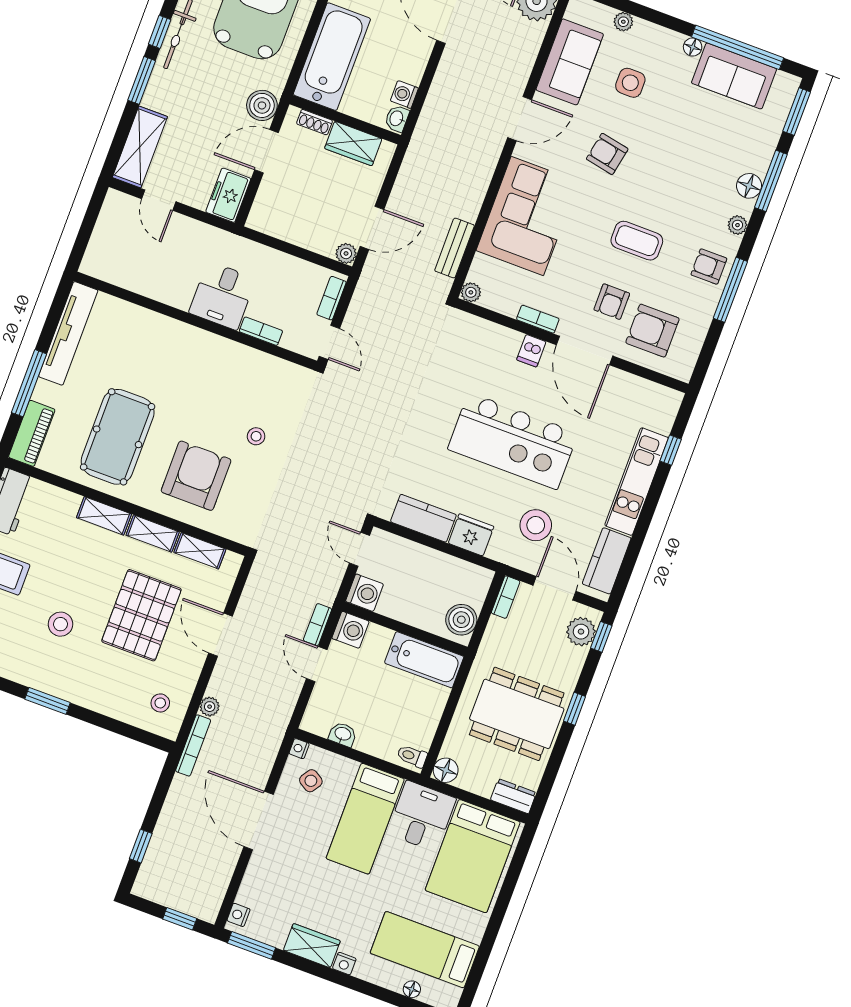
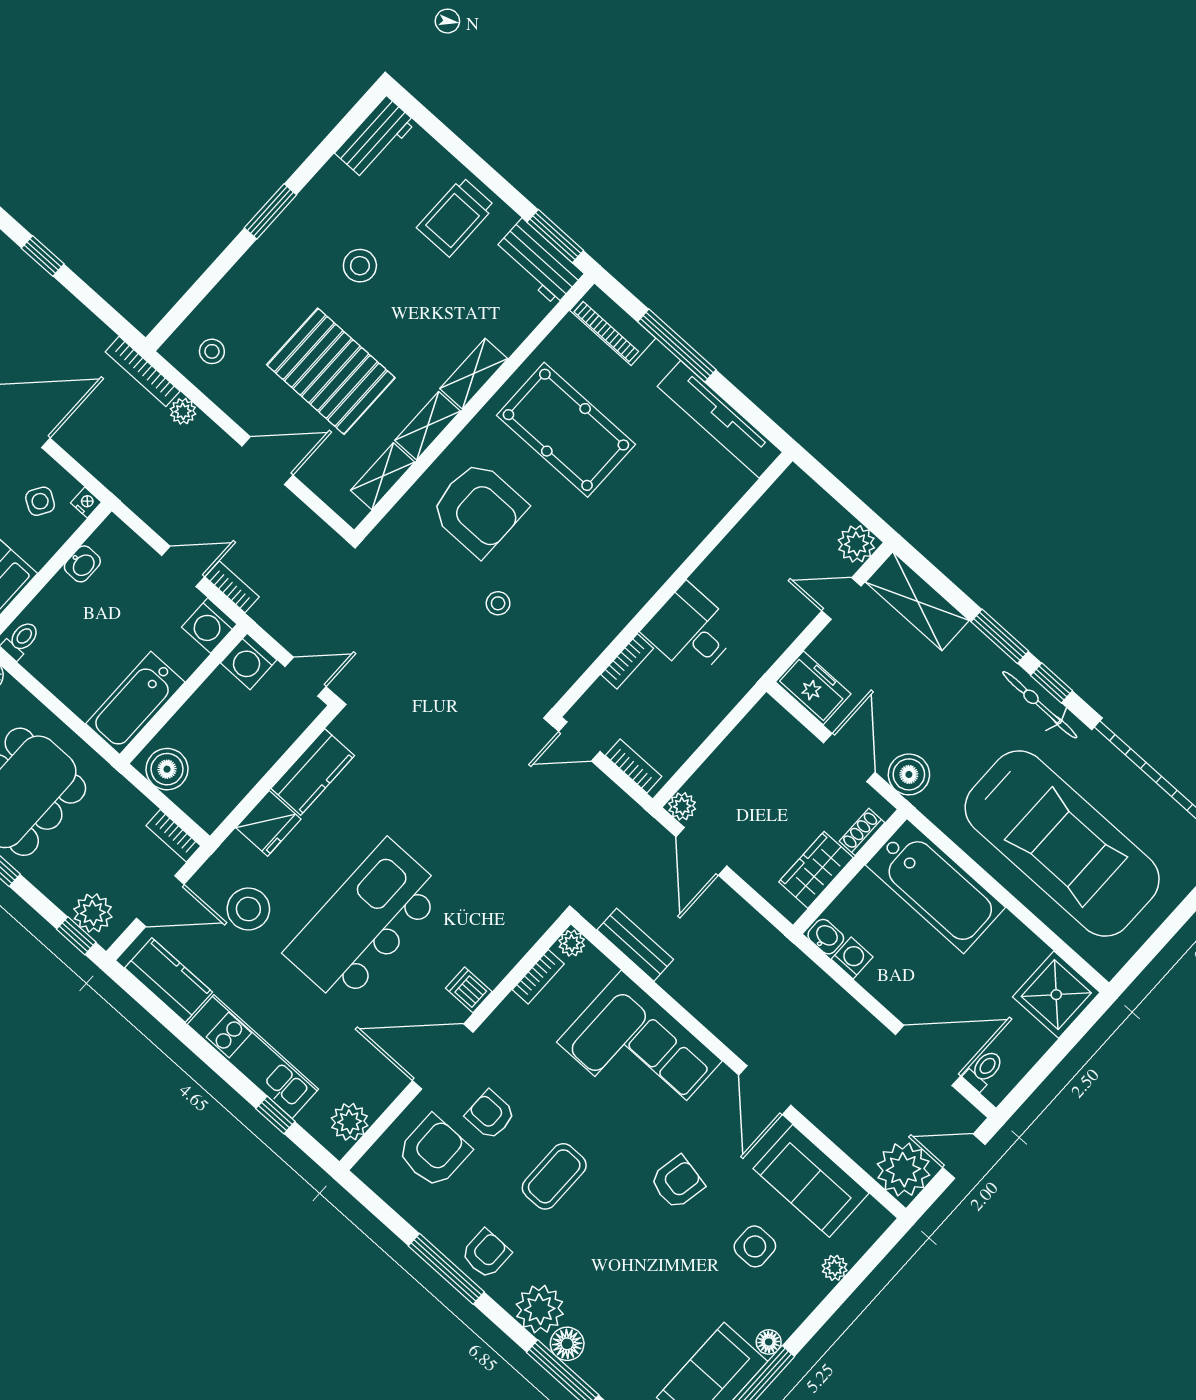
plant: (117, 205) -> (856, 544), added
plant: (737, 225) -> (540, 1309), width x1.87, depth x1.87
bookcase: (538, 319) -> (538, 977), moved
plant: (655, 397) -> (350, 1122), added

